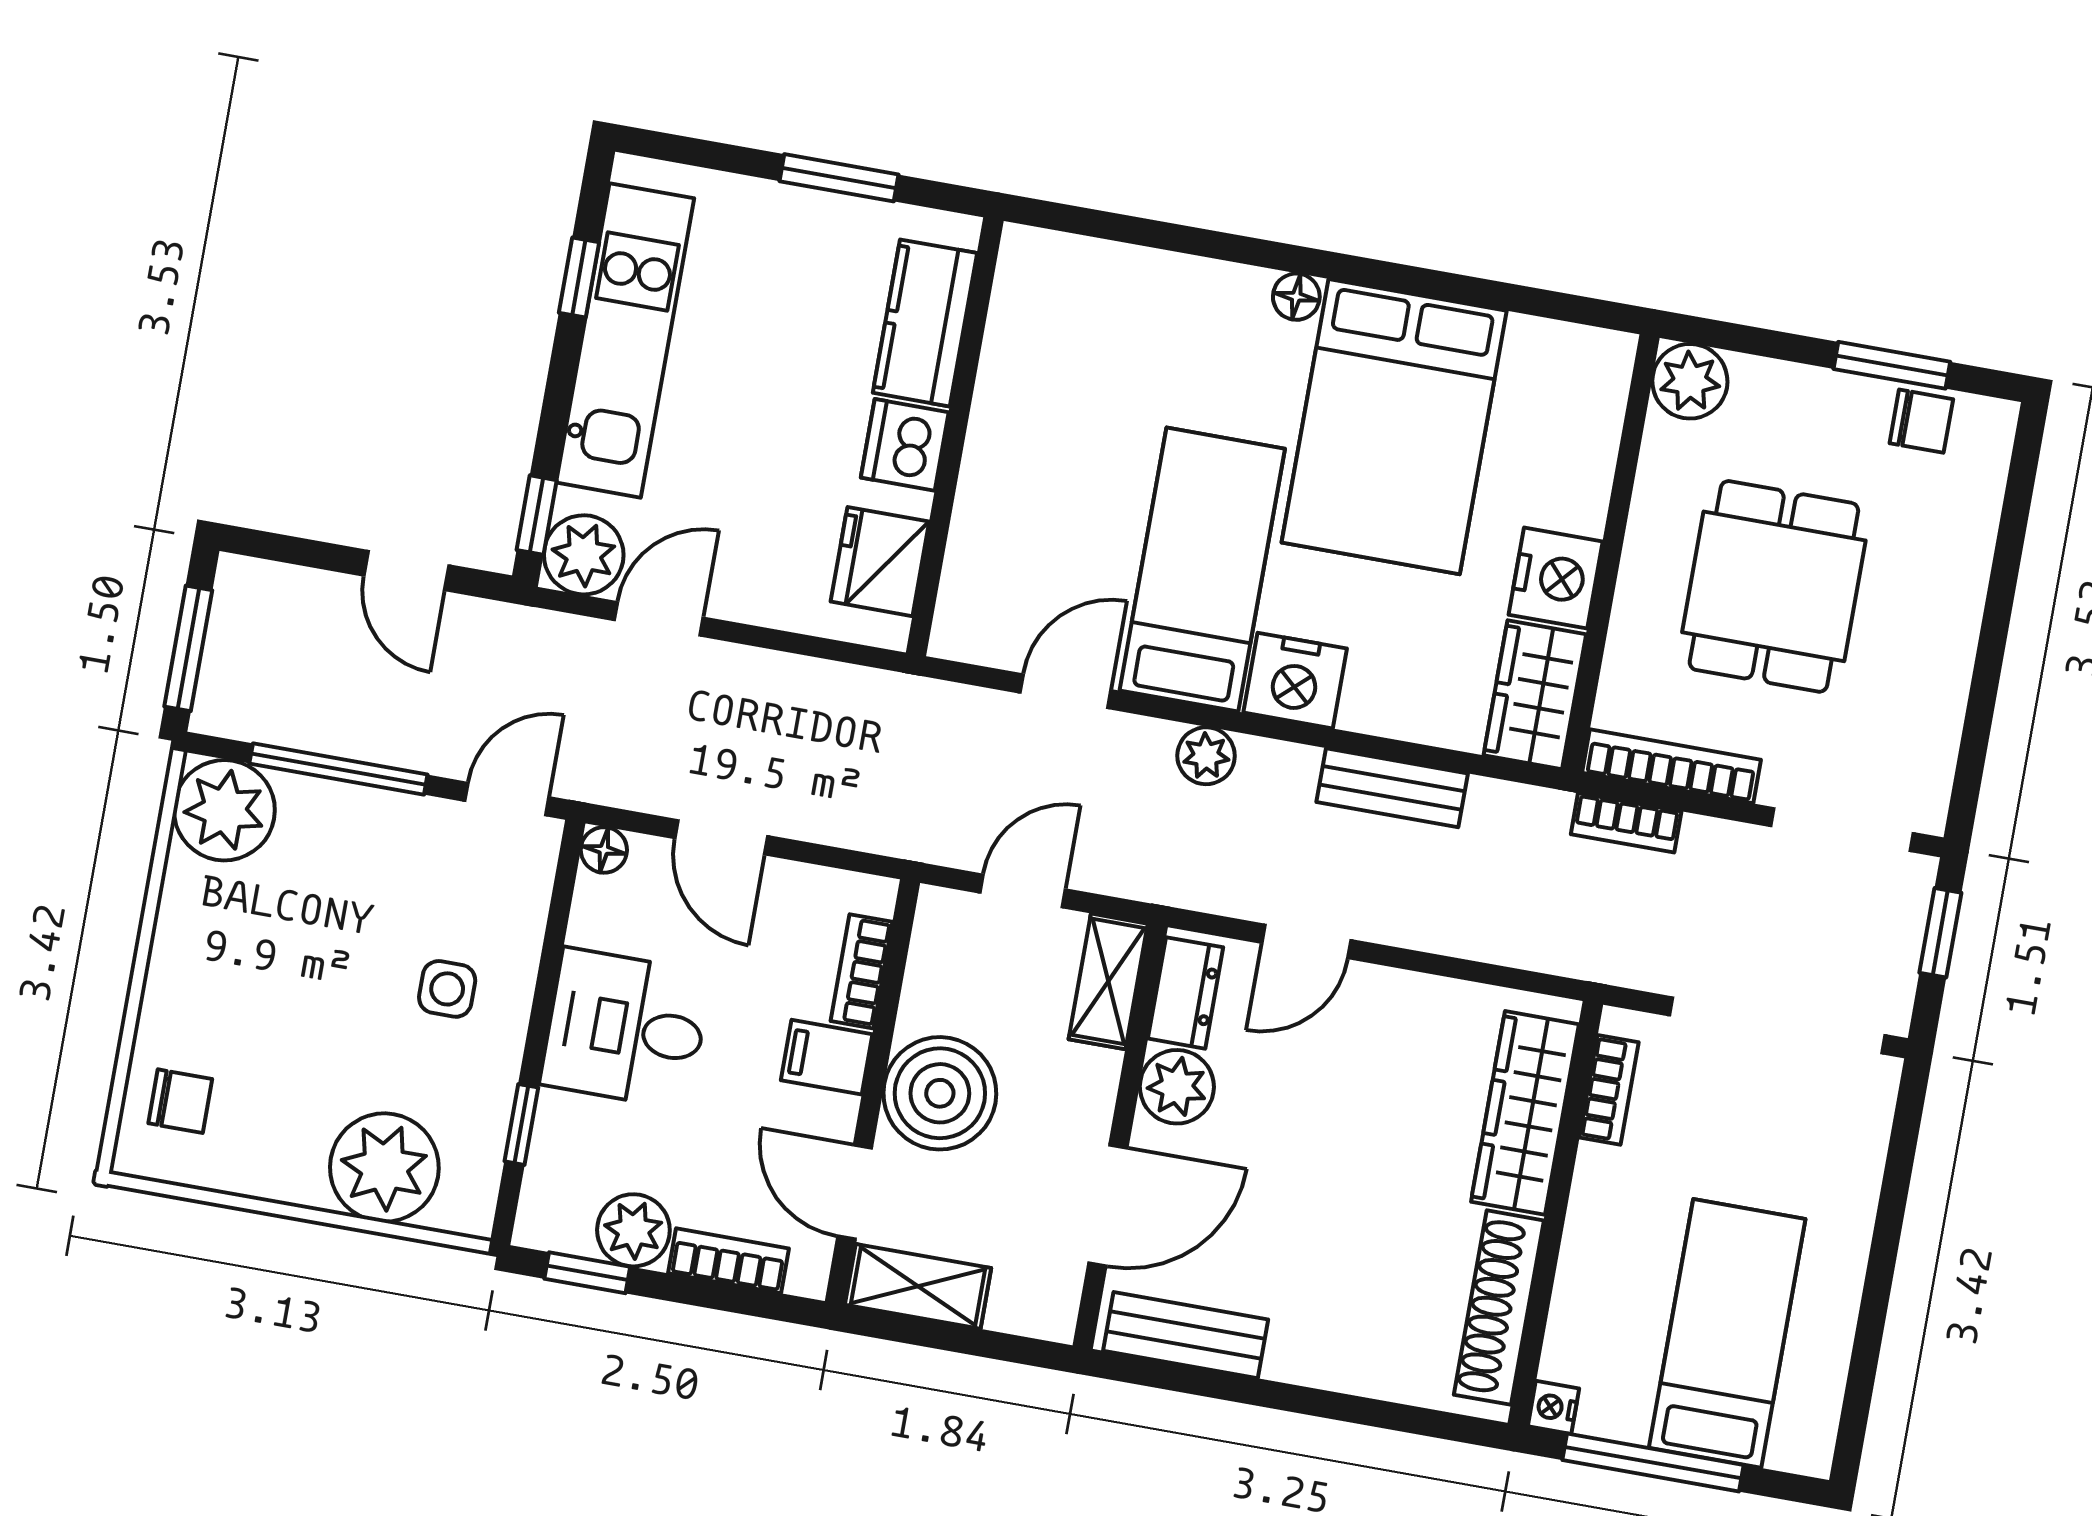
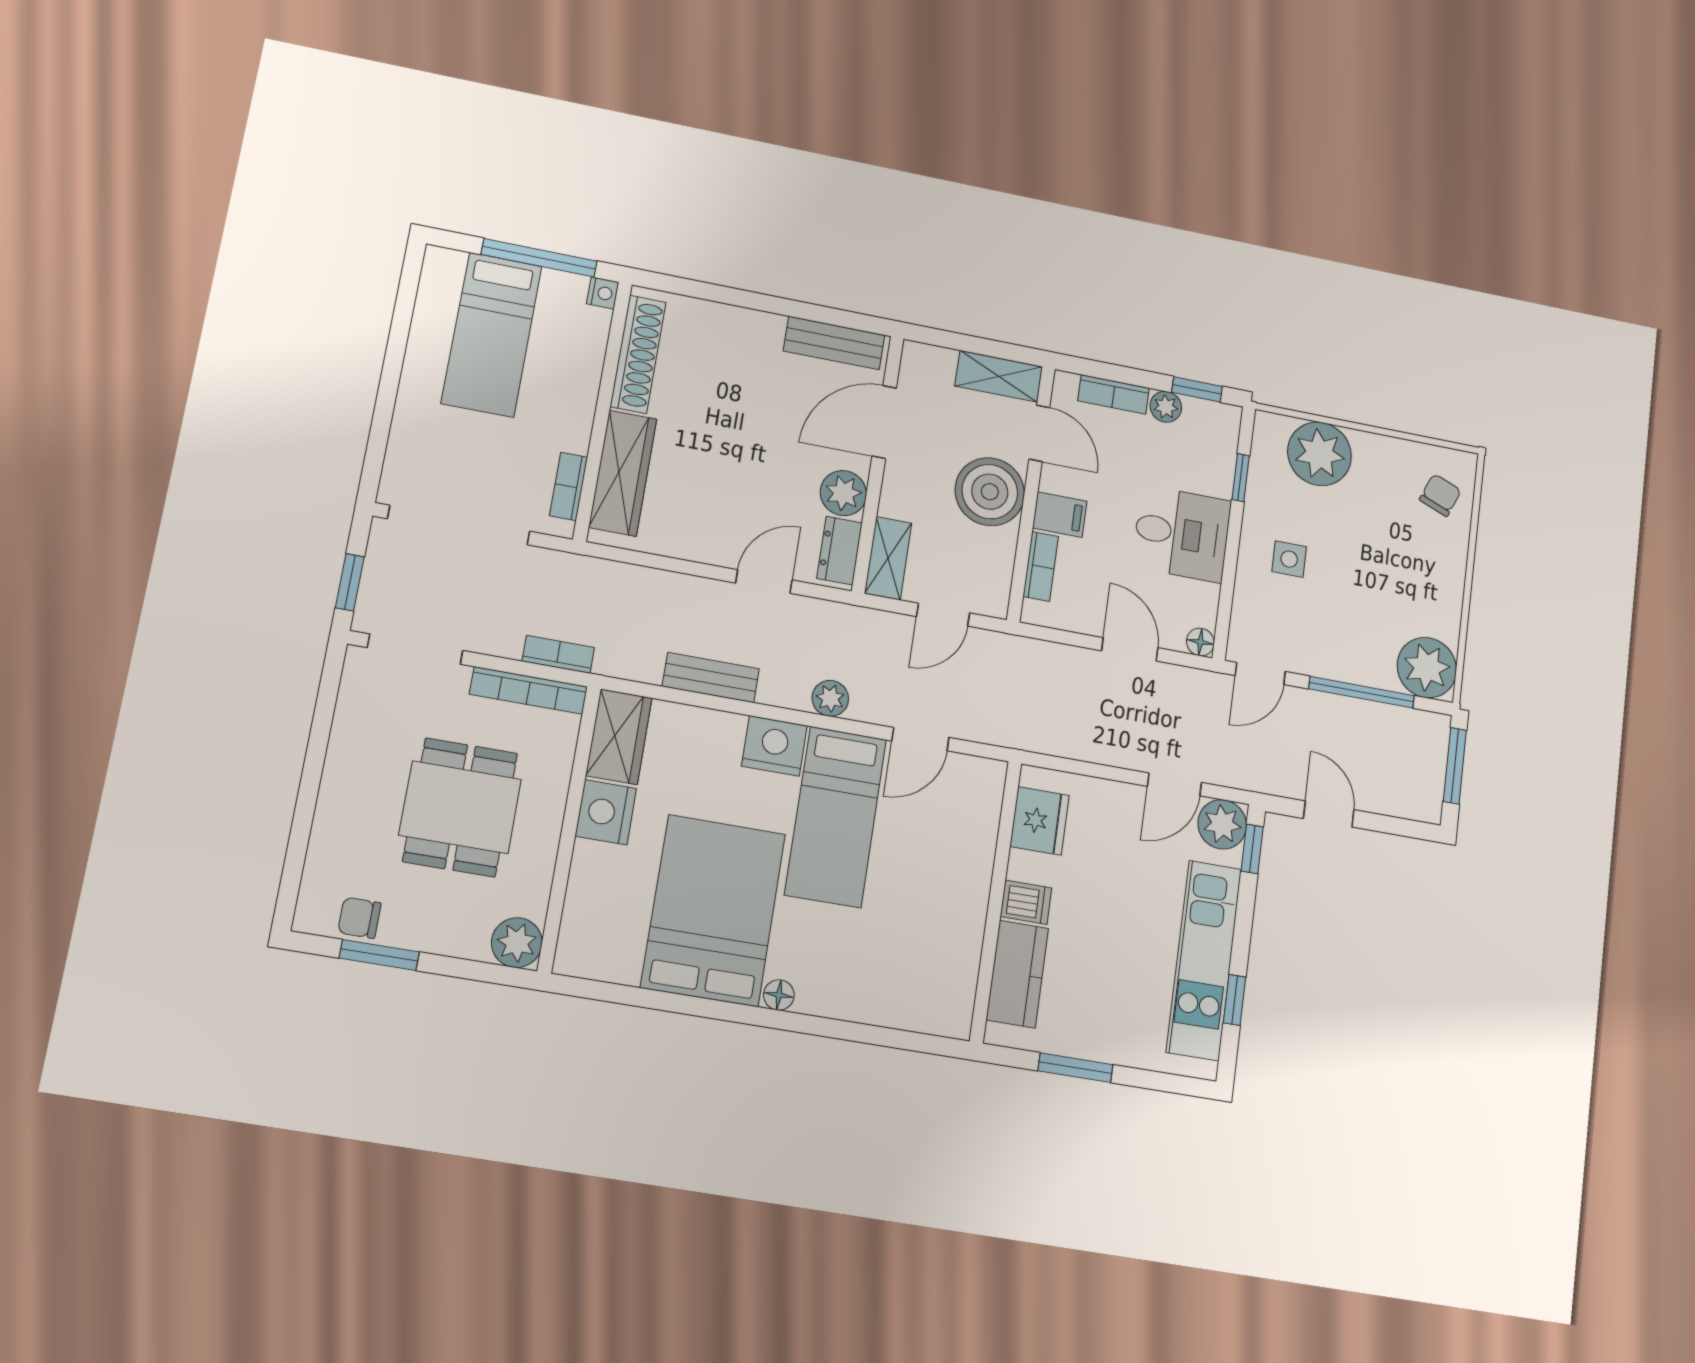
dishwasher: (905, 445) -> (1026, 902), width x0.73
chair: (180, 1101) -> (1440, 495), turned 112
plant: (633, 1230) -> (1166, 407), width x0.73, depth x0.73

